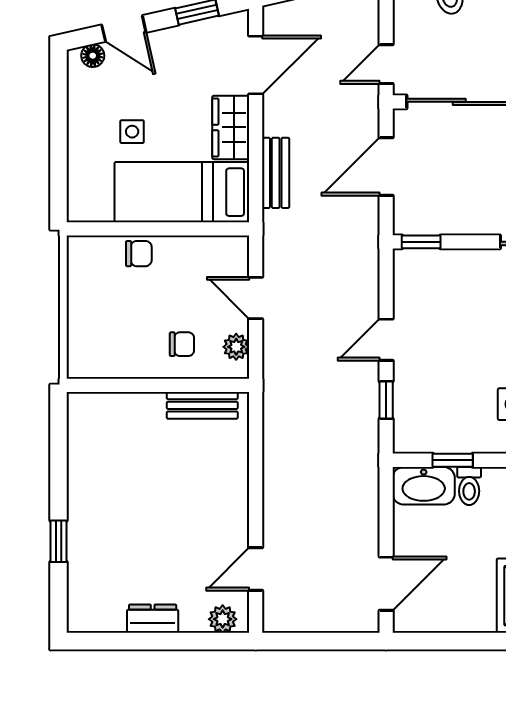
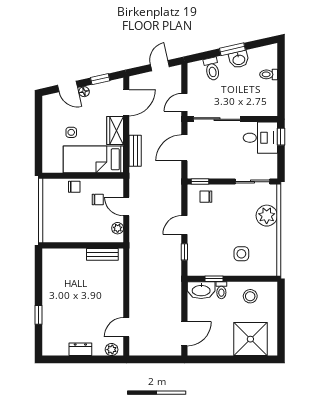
floor lamp: (93, 56) -> (84, 92), moved
chair: (435, 276) -> (206, 197), added
chair: (182, 344) -> (98, 200), moved

